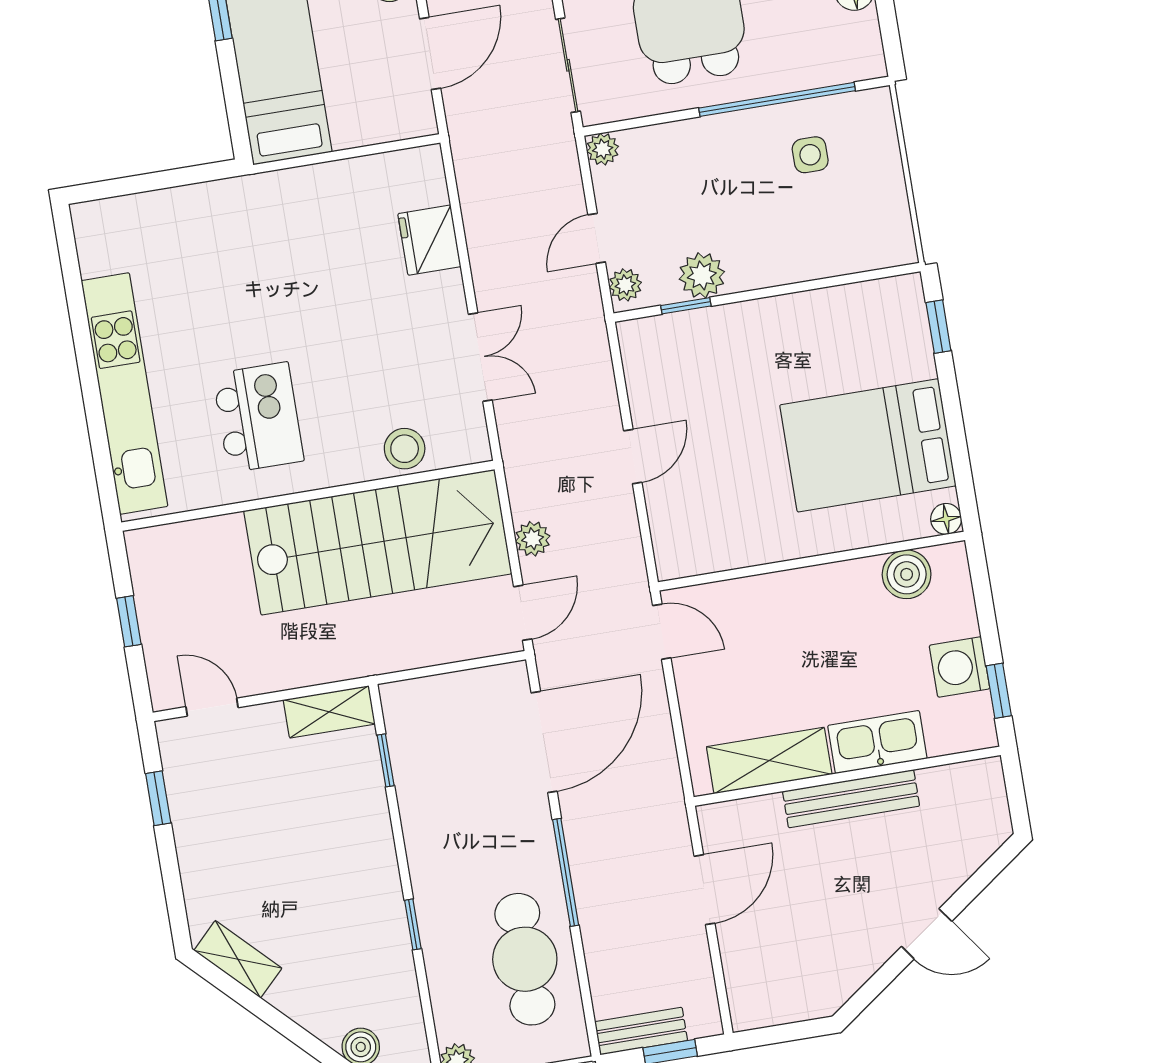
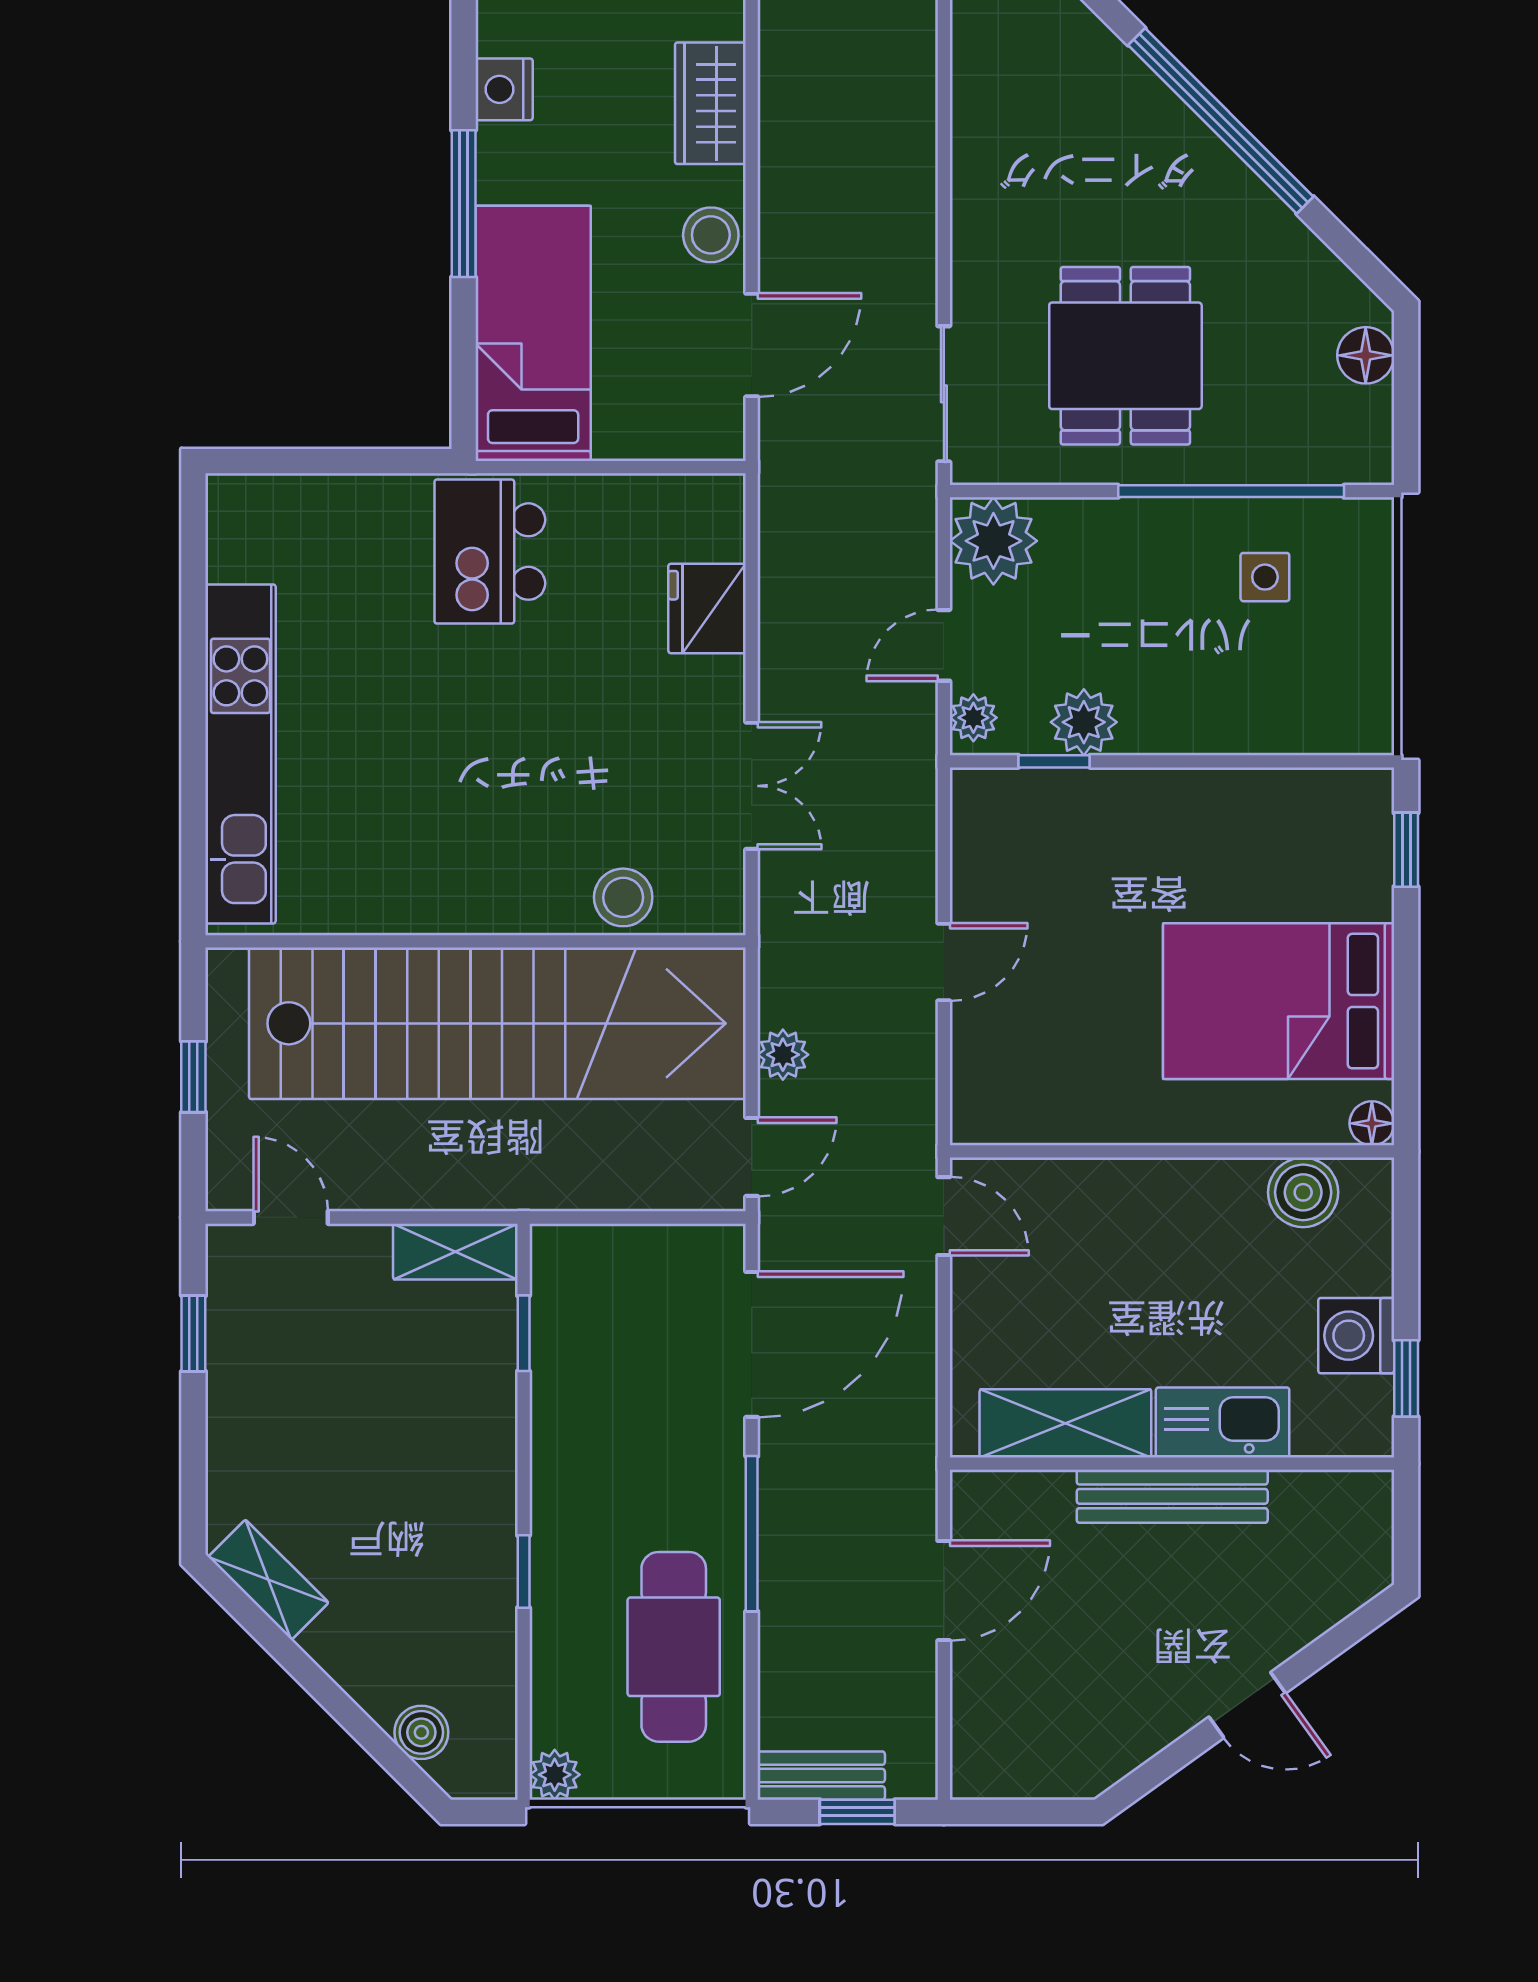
plant: (603, 149) -> (993, 541), width x1.88, depth x1.88
kitchen island: (258, 417) -> (490, 552), moved, turned 180
stairs: (378, 542) -> (497, 1023), width x1.36

